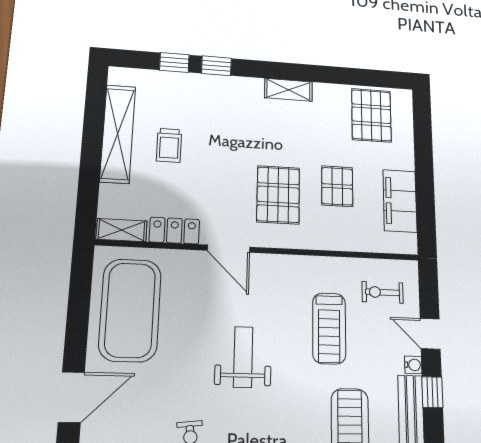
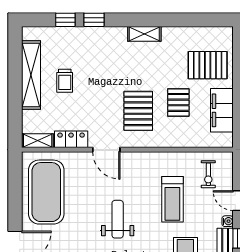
pallet: (371, 115) -> (208, 65), moved, turned 90
exercise bike: (383, 292) -> (208, 174), turned -90

